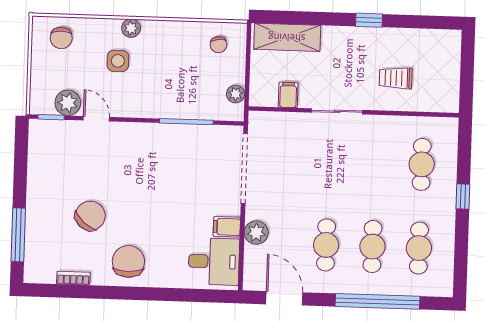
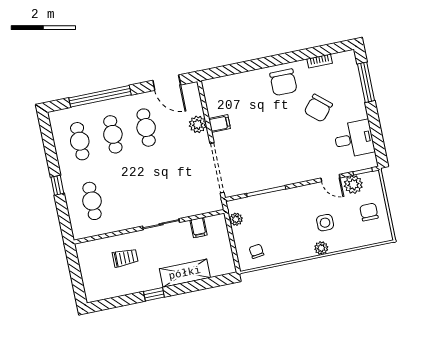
shelving: (287, 37) -> (185, 273), moved
chair: (61, 38) -> (369, 212), moved
desk: (214, 261) -> (354, 139), moved, turned 180

